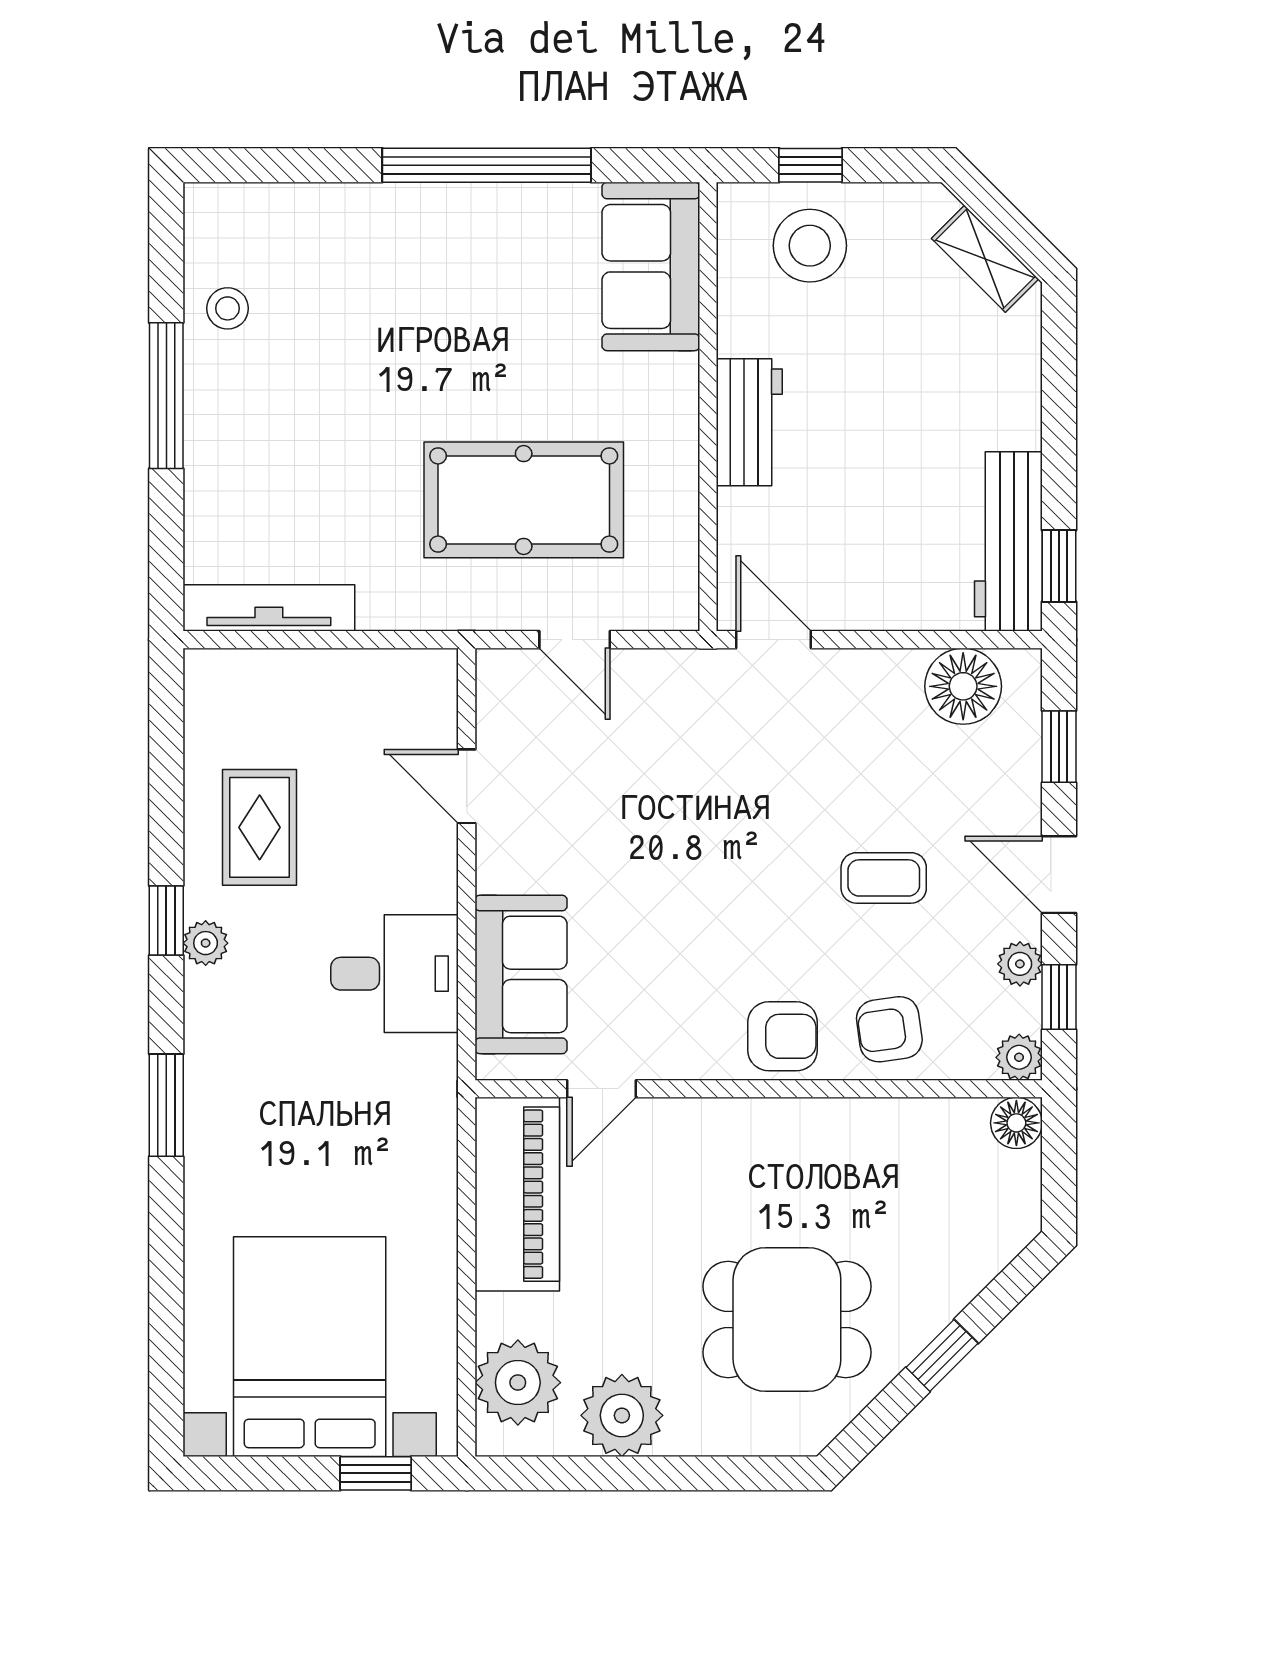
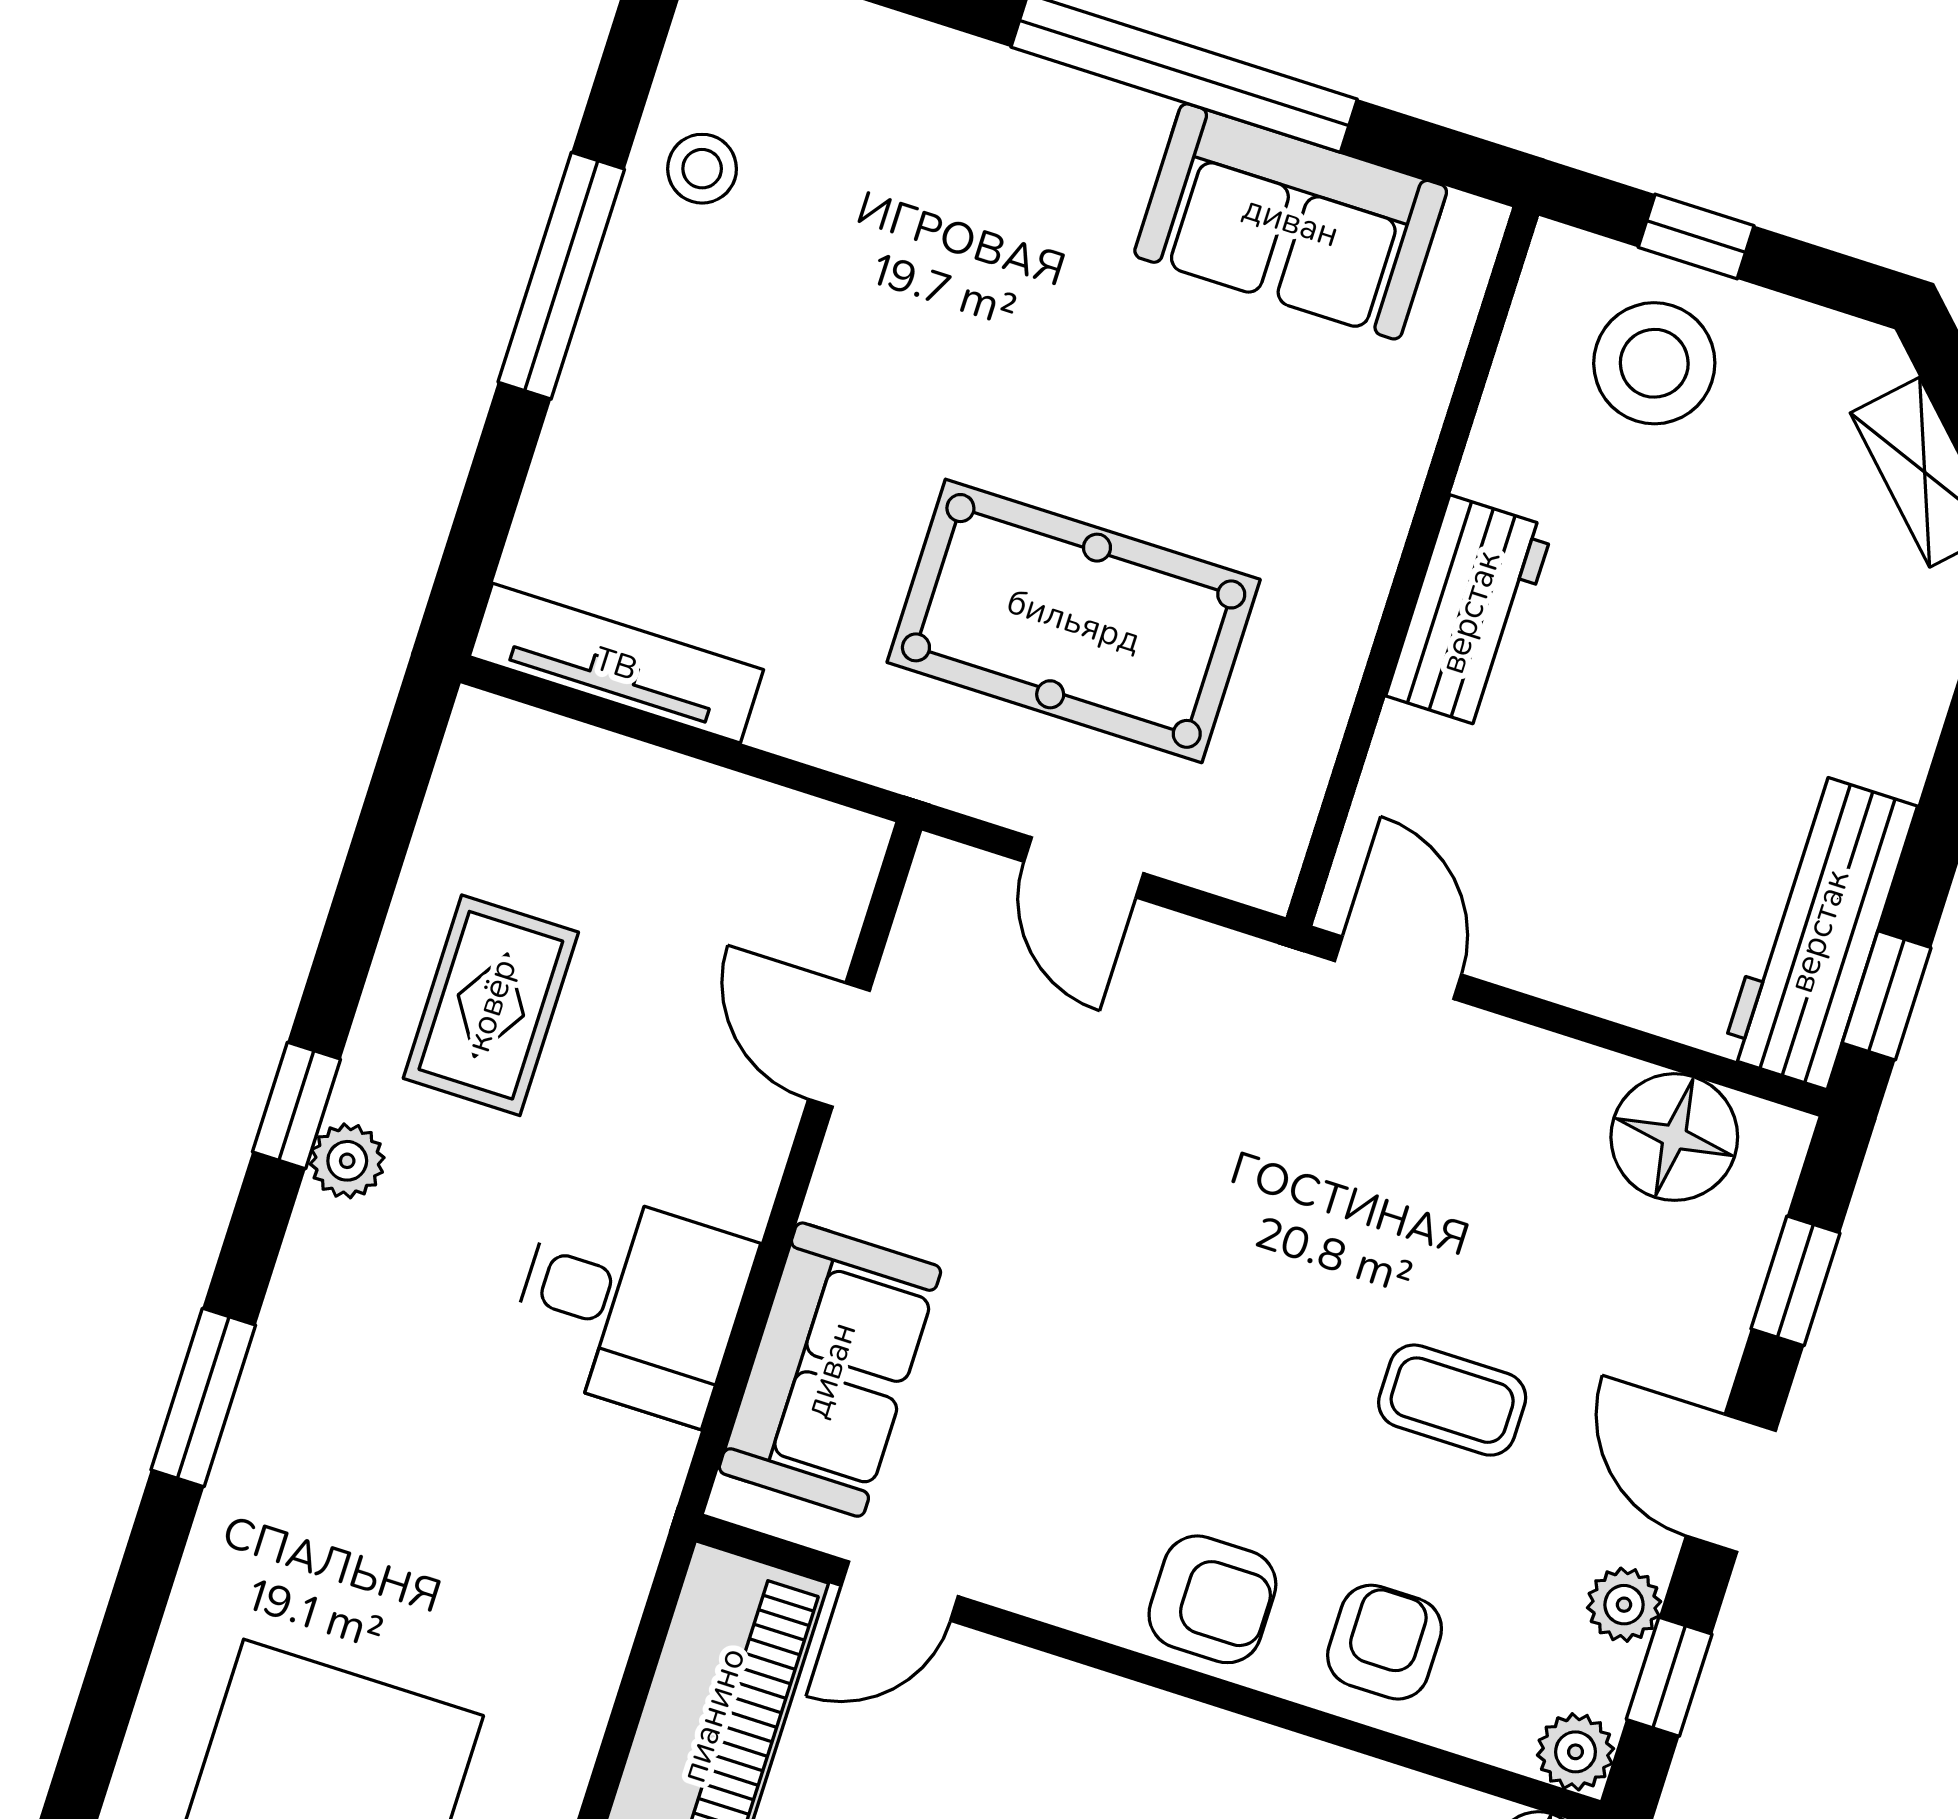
sofa: (651, 266) -> (1291, 221), moved, turned -90
armchair: (889, 1029) -> (1385, 1642), turned 98

